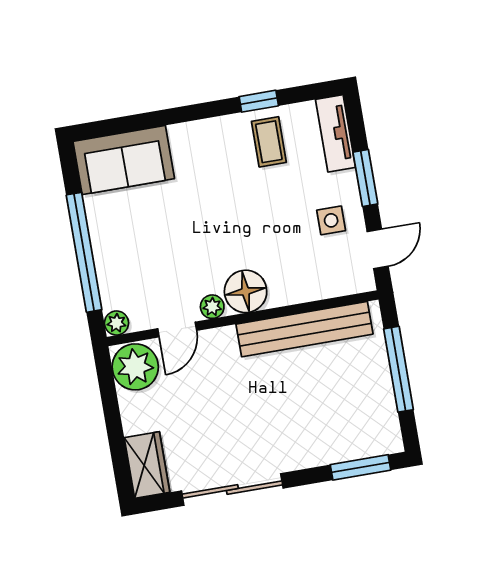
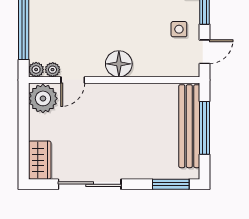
plant: (212, 307) -> (53, 70), moved
bench: (305, 329) -> (189, 126), moved, turned 90

